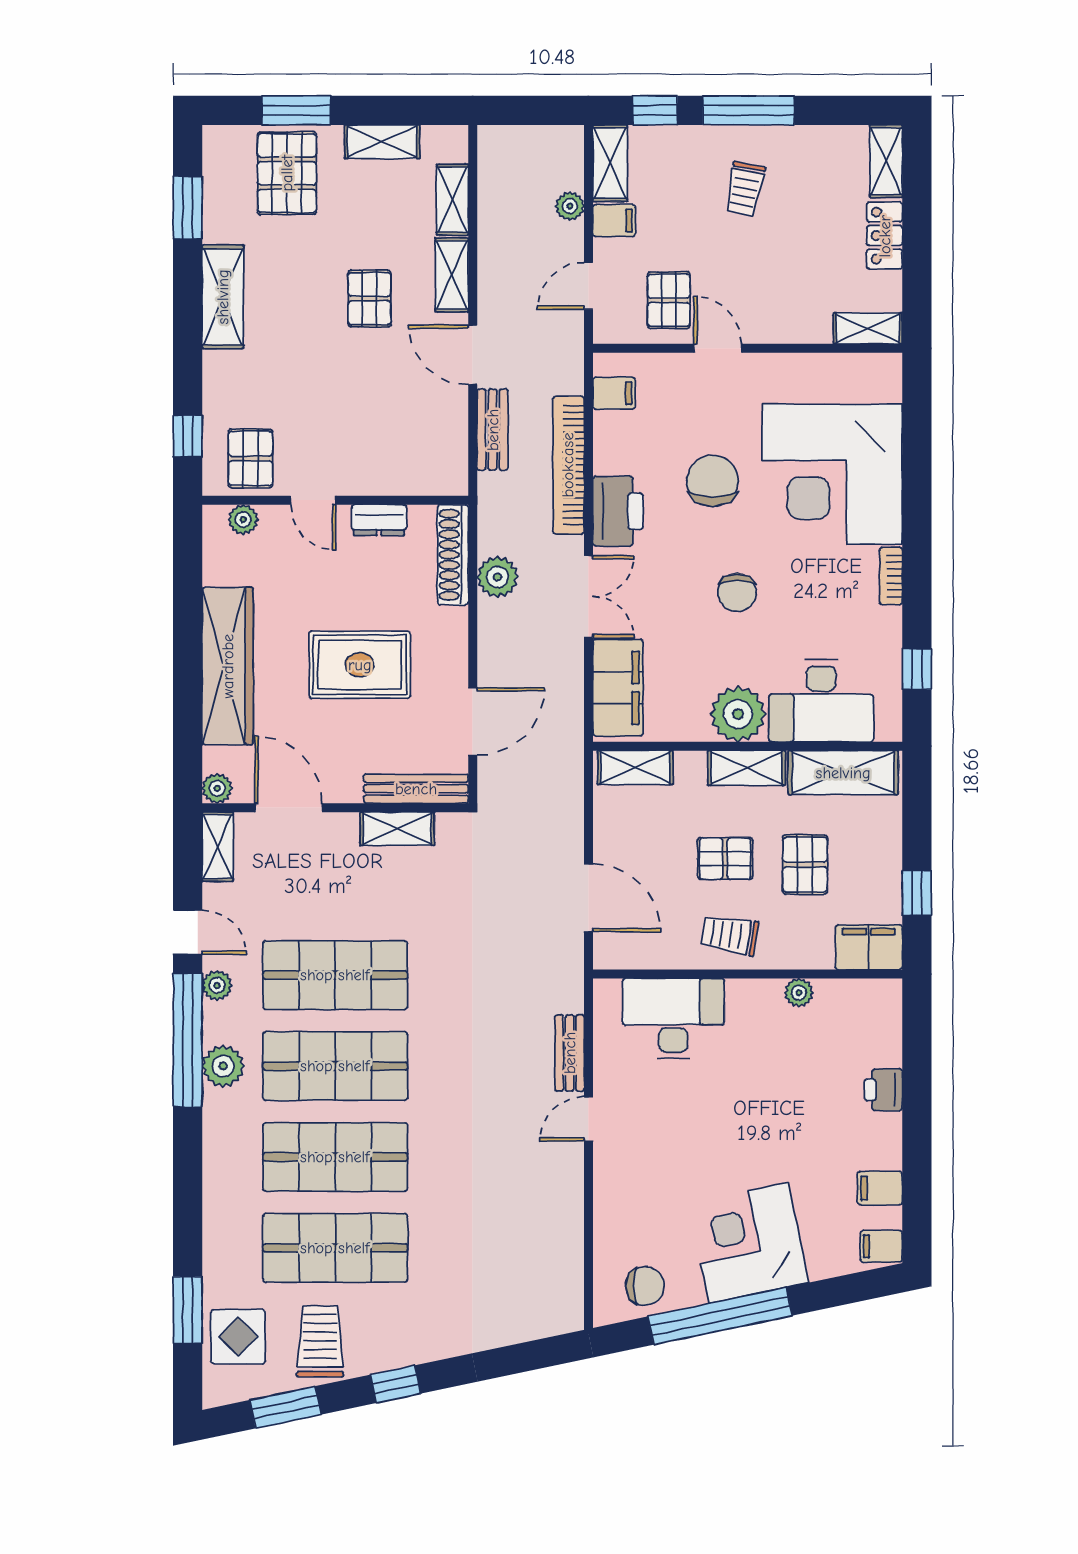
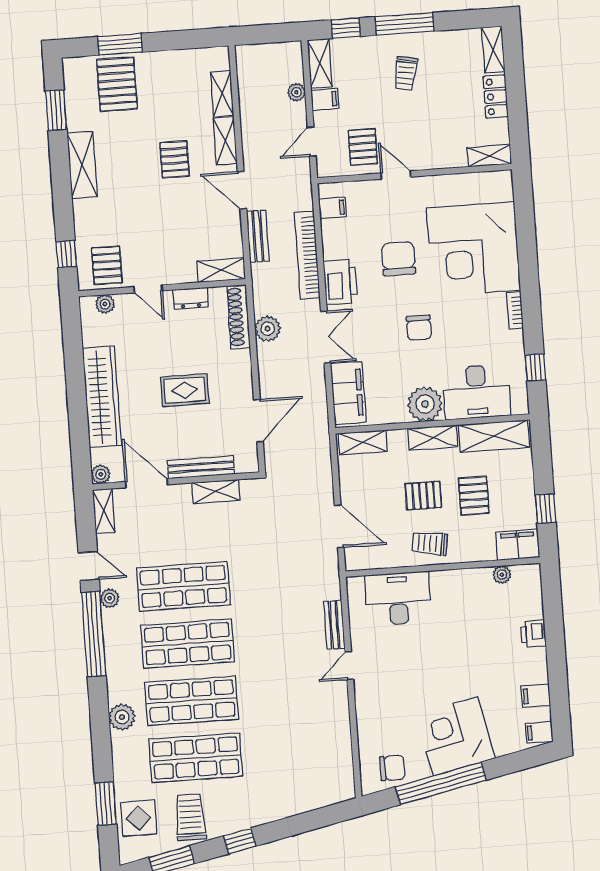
shelving: (382, 142) -> (221, 270), moved
rug: (360, 665) -> (185, 390), width x0.73, depth x0.70
bench: (416, 789) -> (201, 467), moved
plant: (799, 993) -> (502, 575), moved
plant: (223, 1066) -> (122, 717), moved

